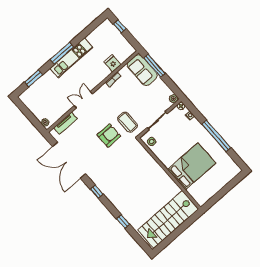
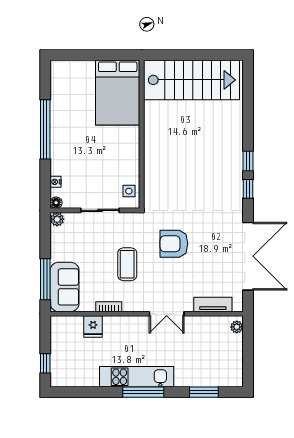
coffee table: (128, 122) -> (127, 264), moved
bed: (192, 166) -> (118, 93), moved, turned -90
window: (123, 221) -> (248, 161), moved

